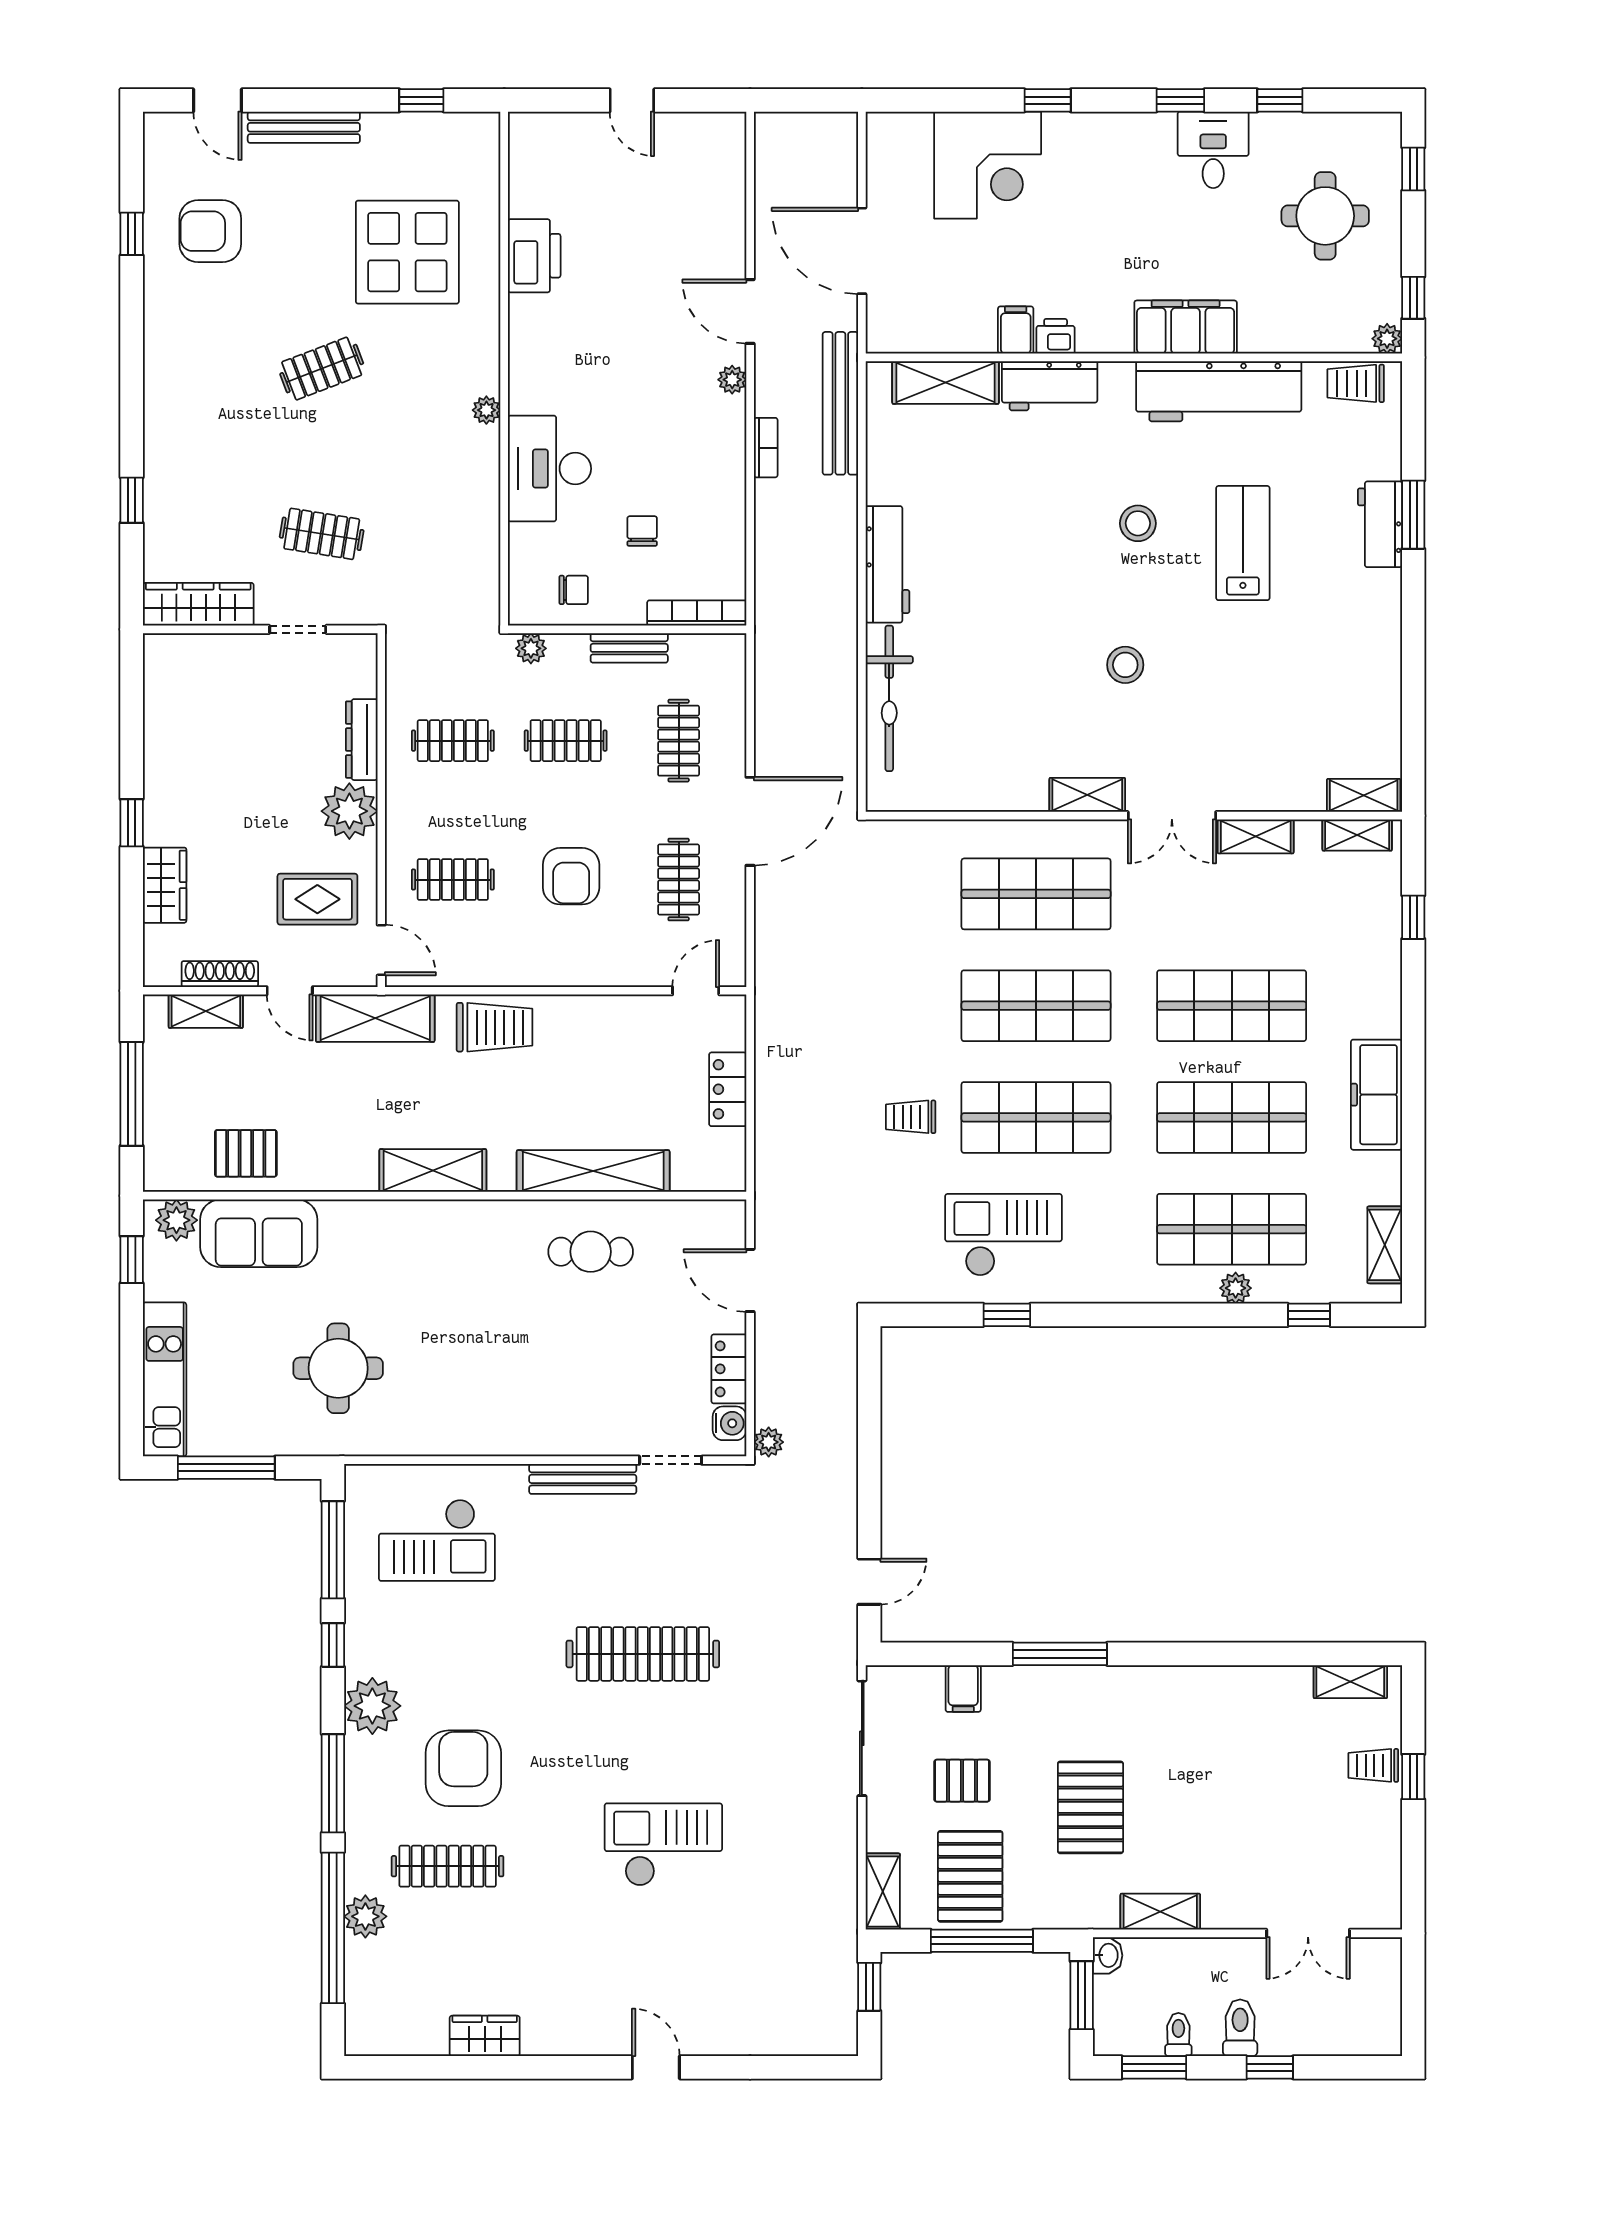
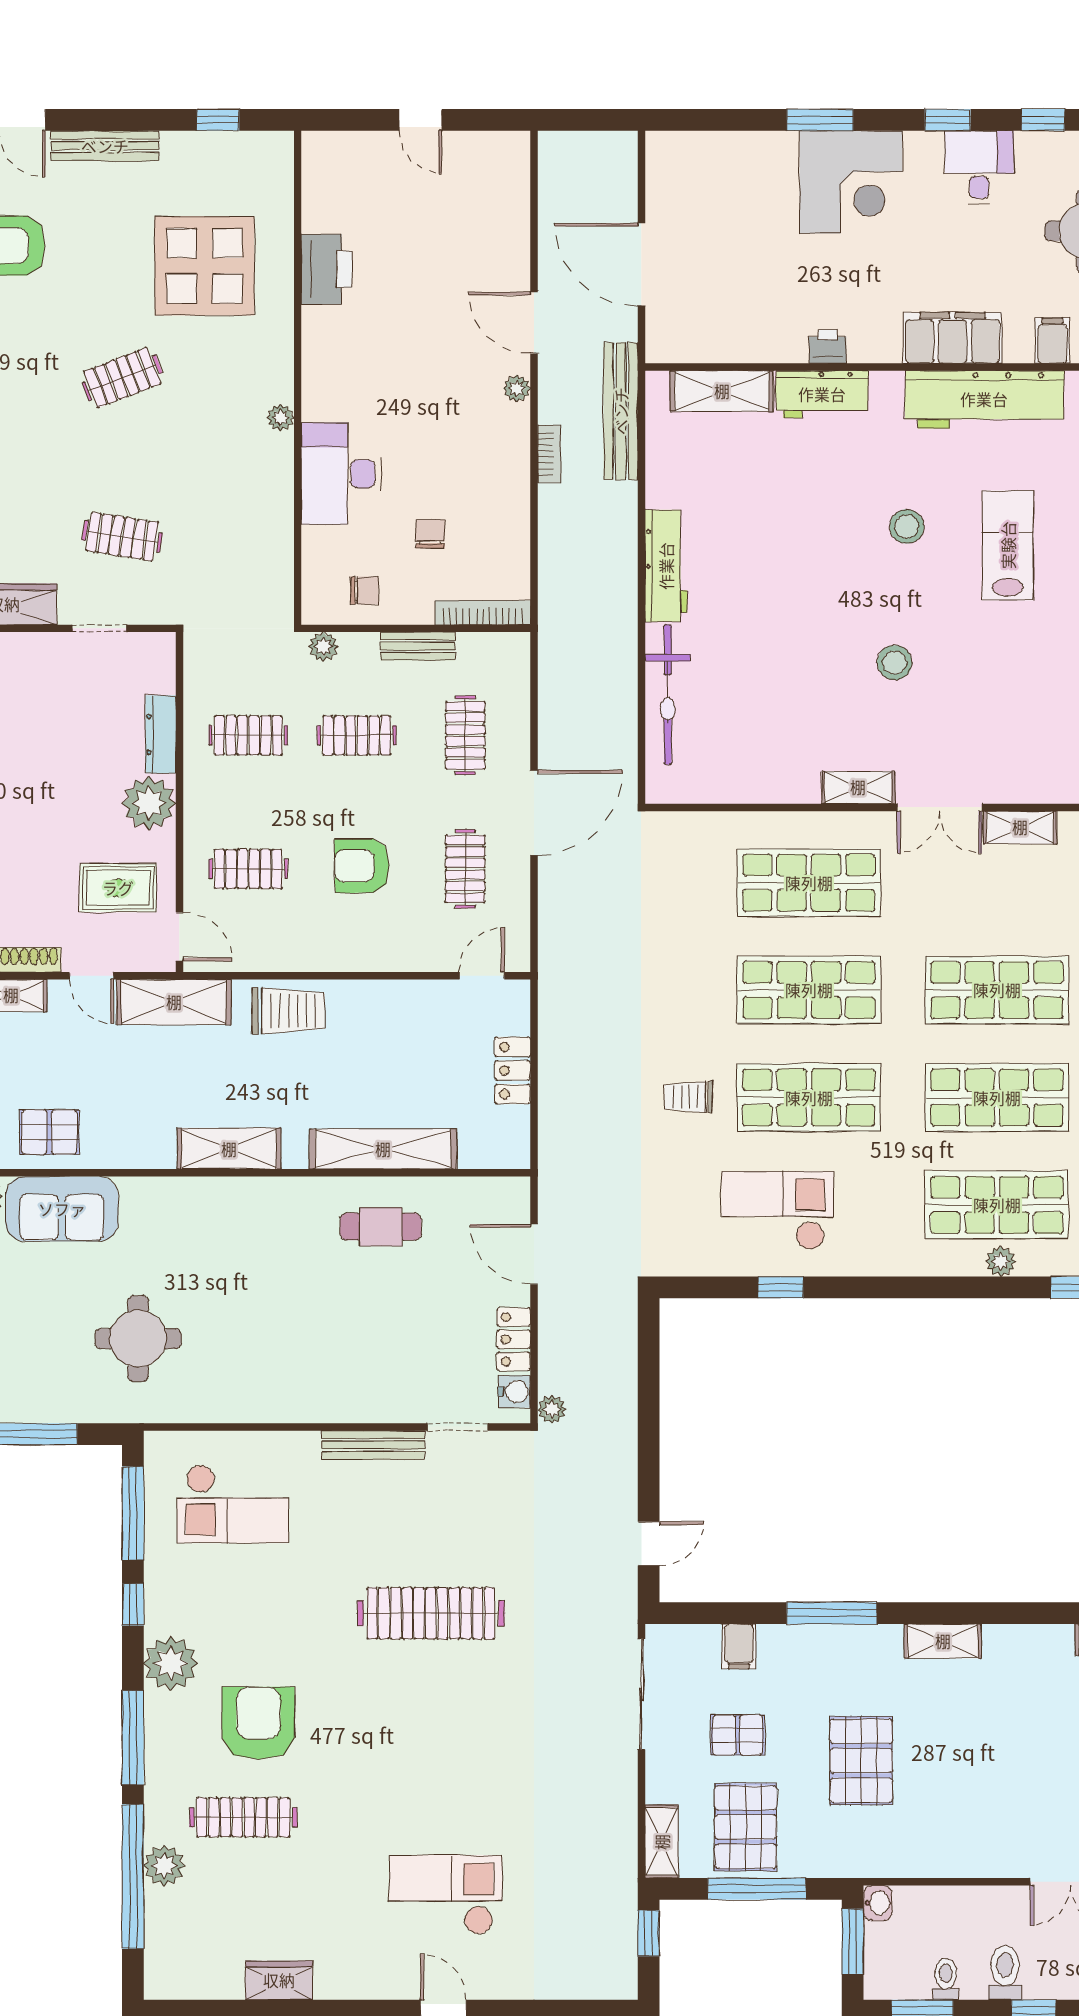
window: (1048, 100) -> (820, 120), width x1.50
corner desk: (988, 165) -> (851, 182), moved
filing cabinet: (1016, 330) -> (1052, 341), moved
armchair: (571, 876) -> (362, 866), turned 89
checkout: (663, 1845) -> (446, 1895), moved
shelving: (1160, 1912) -> (943, 1641), moved

